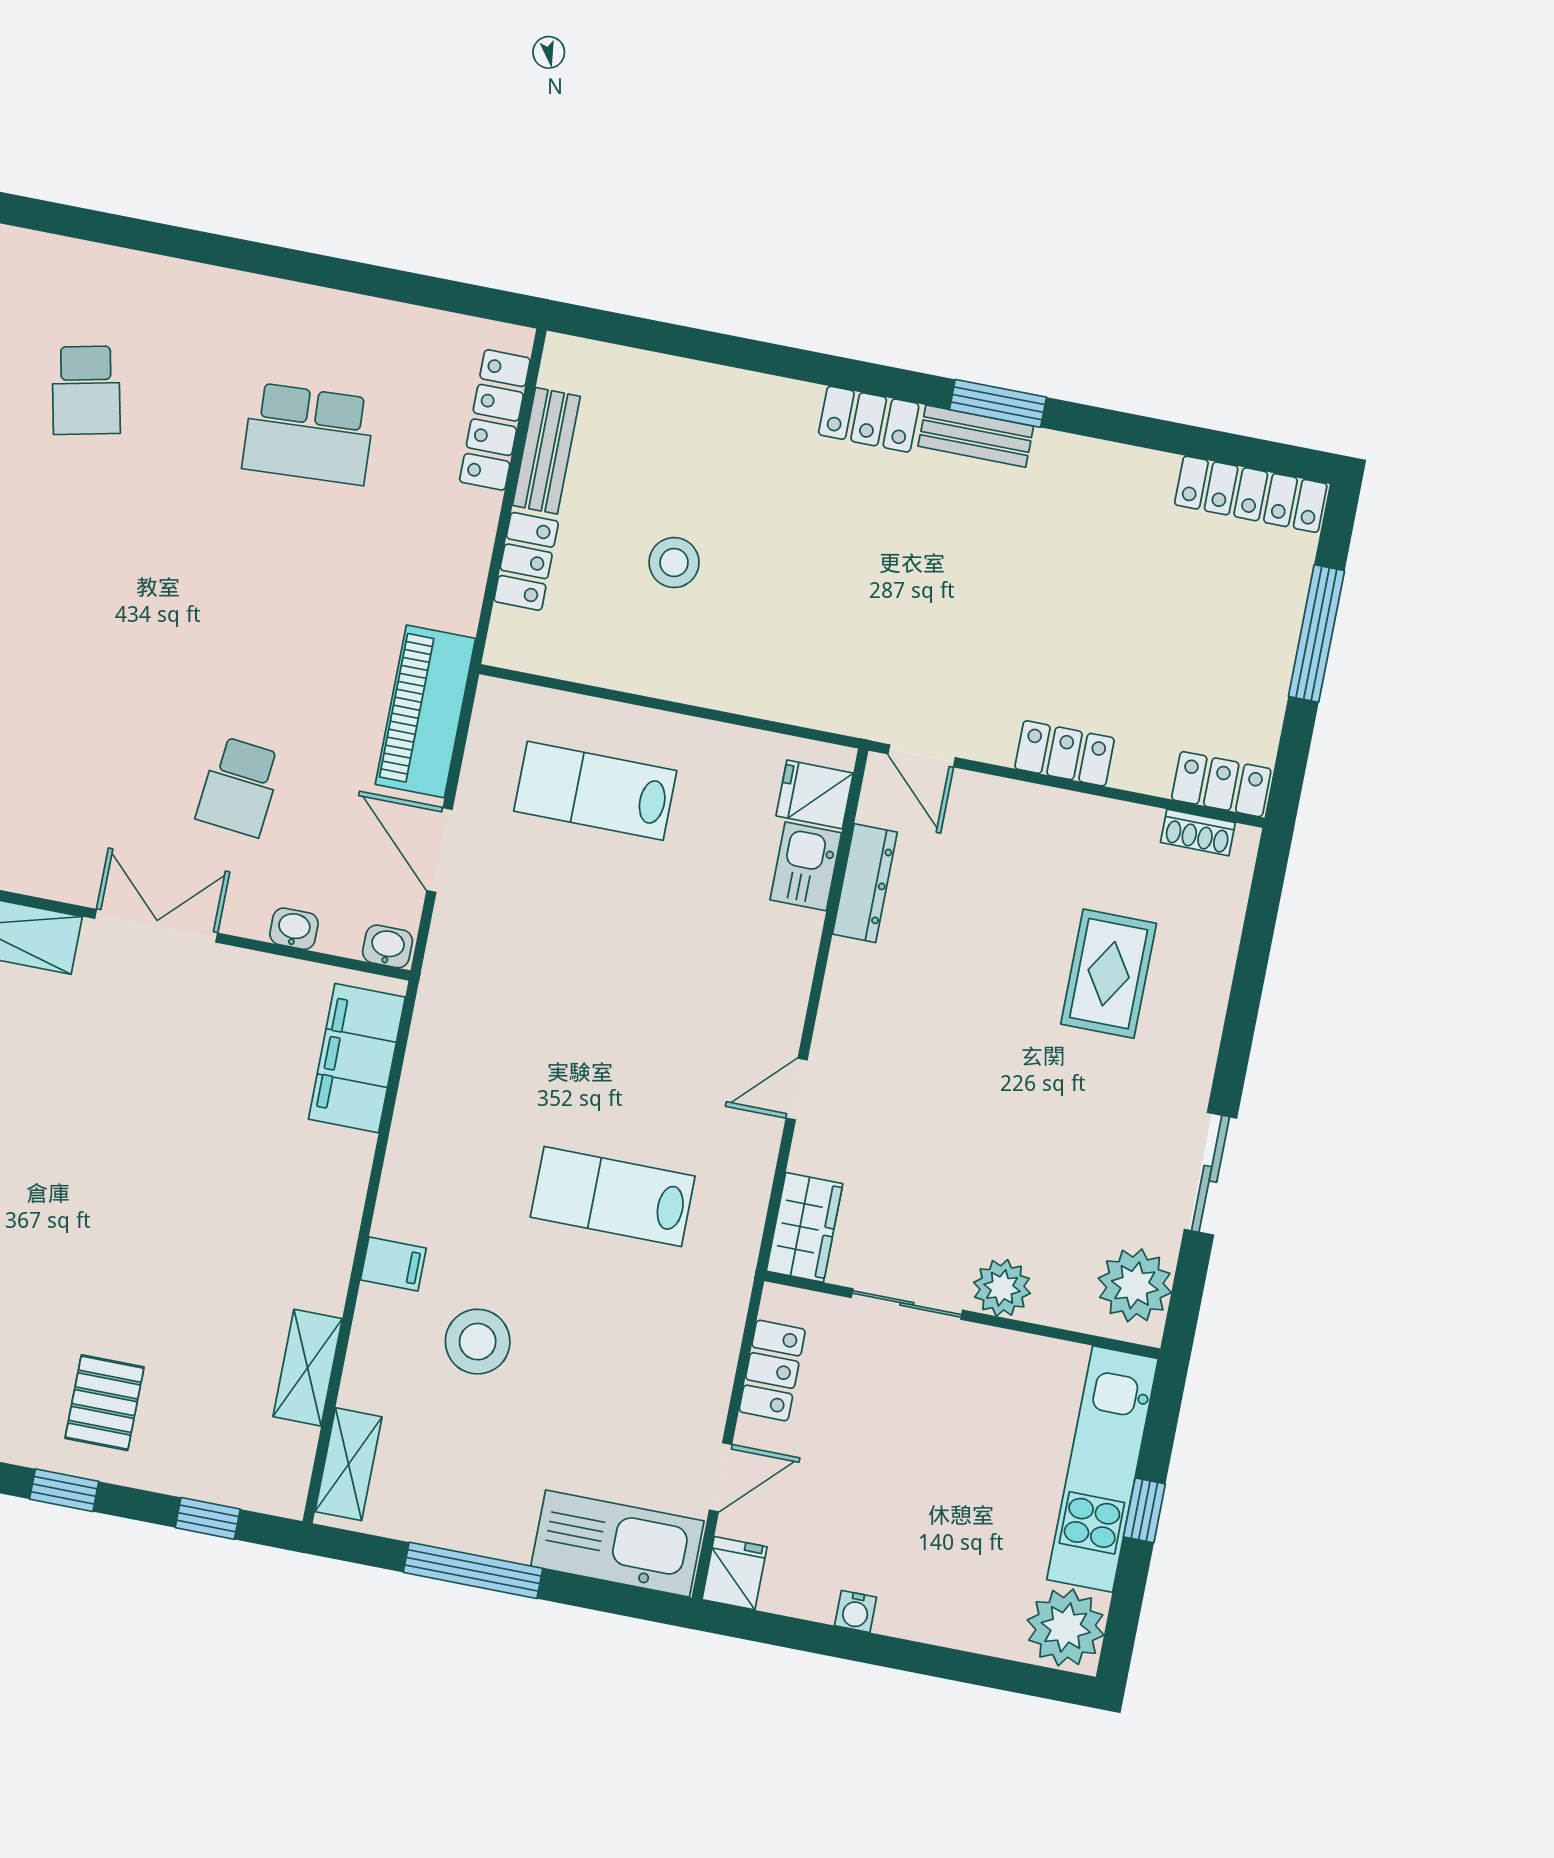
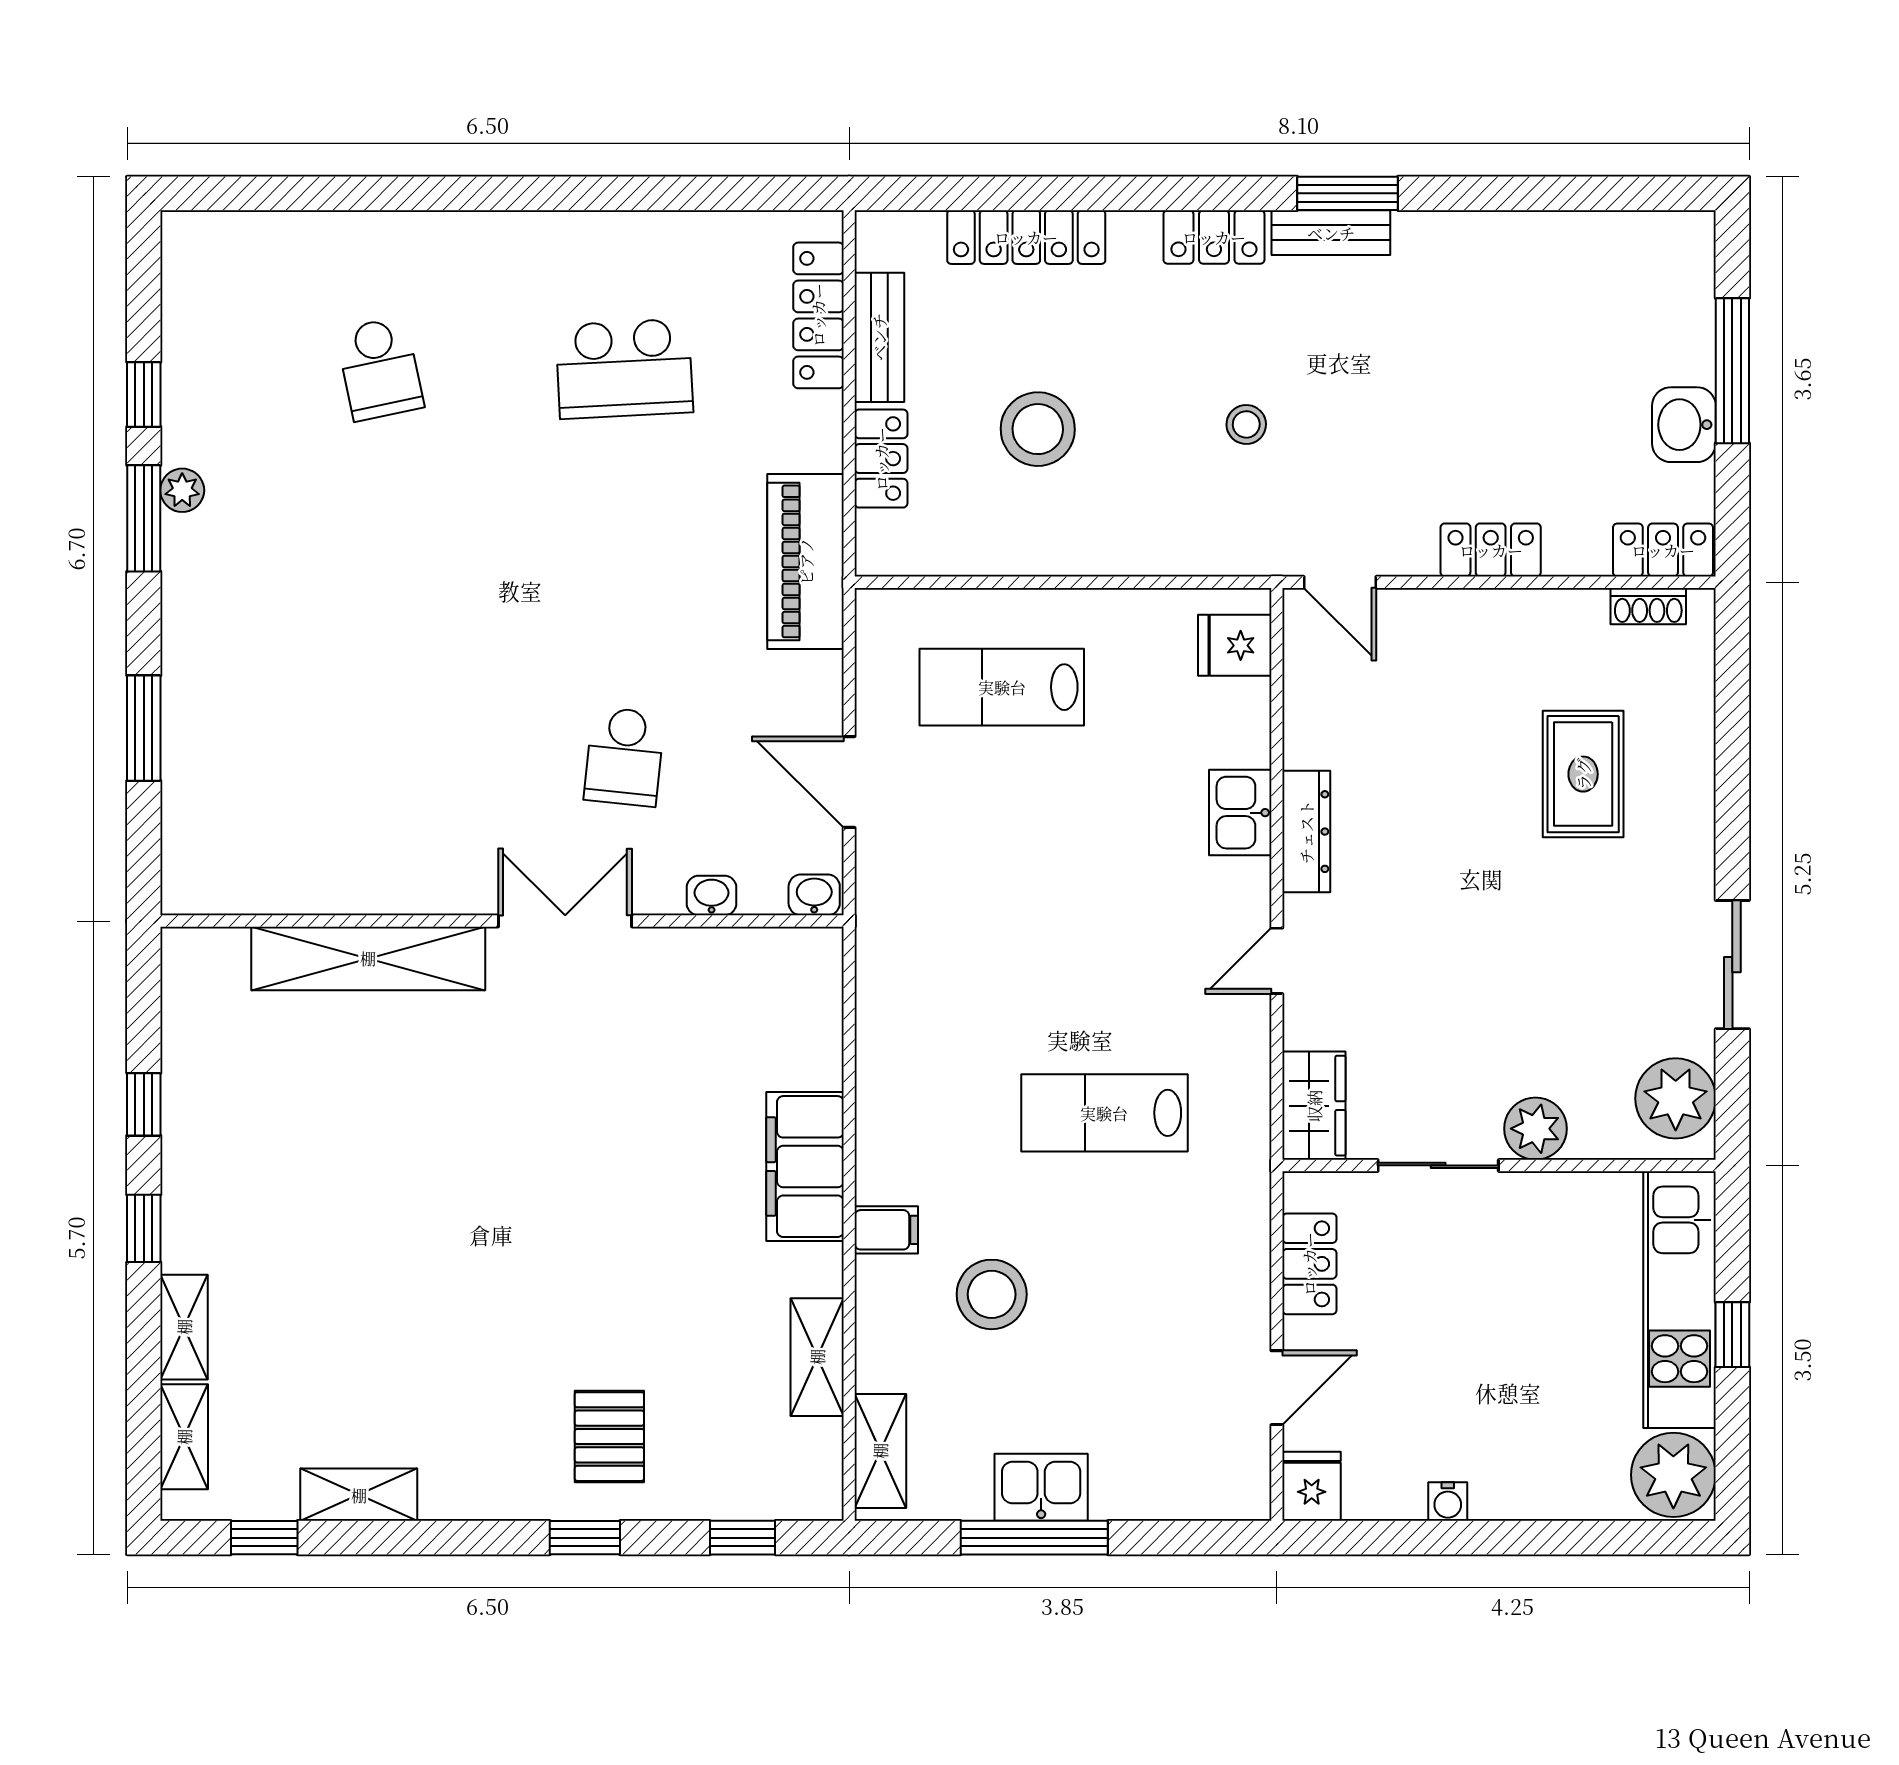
locker: (1251, 494) -> (1026, 237), moved
stool: (674, 563) -> (1038, 429), width x1.38, depth x1.38
stool: (865, 596) -> (1246, 424), added
washbasin: (1263, 674) -> (1684, 425), added
piano: (425, 711) -> (806, 561), moved
kitchen sink: (806, 866) -> (1240, 813), moved
dresser: (865, 883) -> (1306, 832), moved
filing cabinet: (357, 1058) -> (805, 1167), moved
kitchen sink: (617, 1544) -> (1041, 1487), moved, width x0.53, depth x0.81

